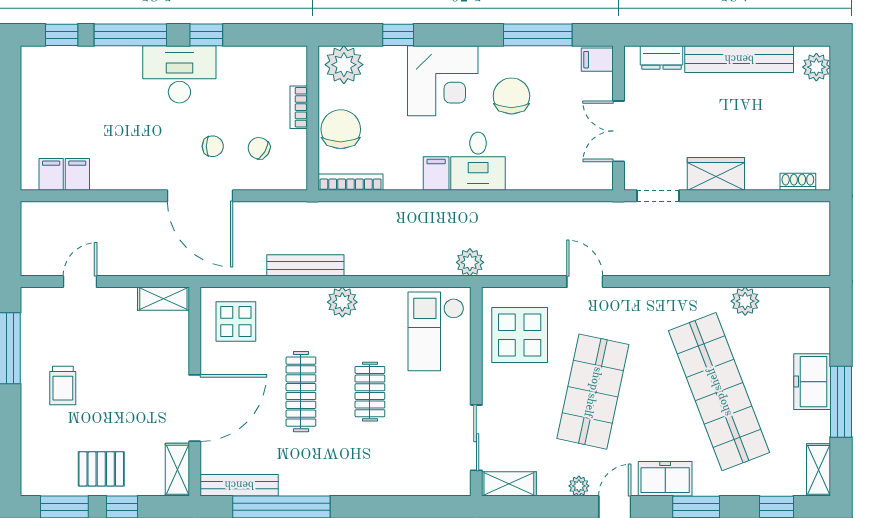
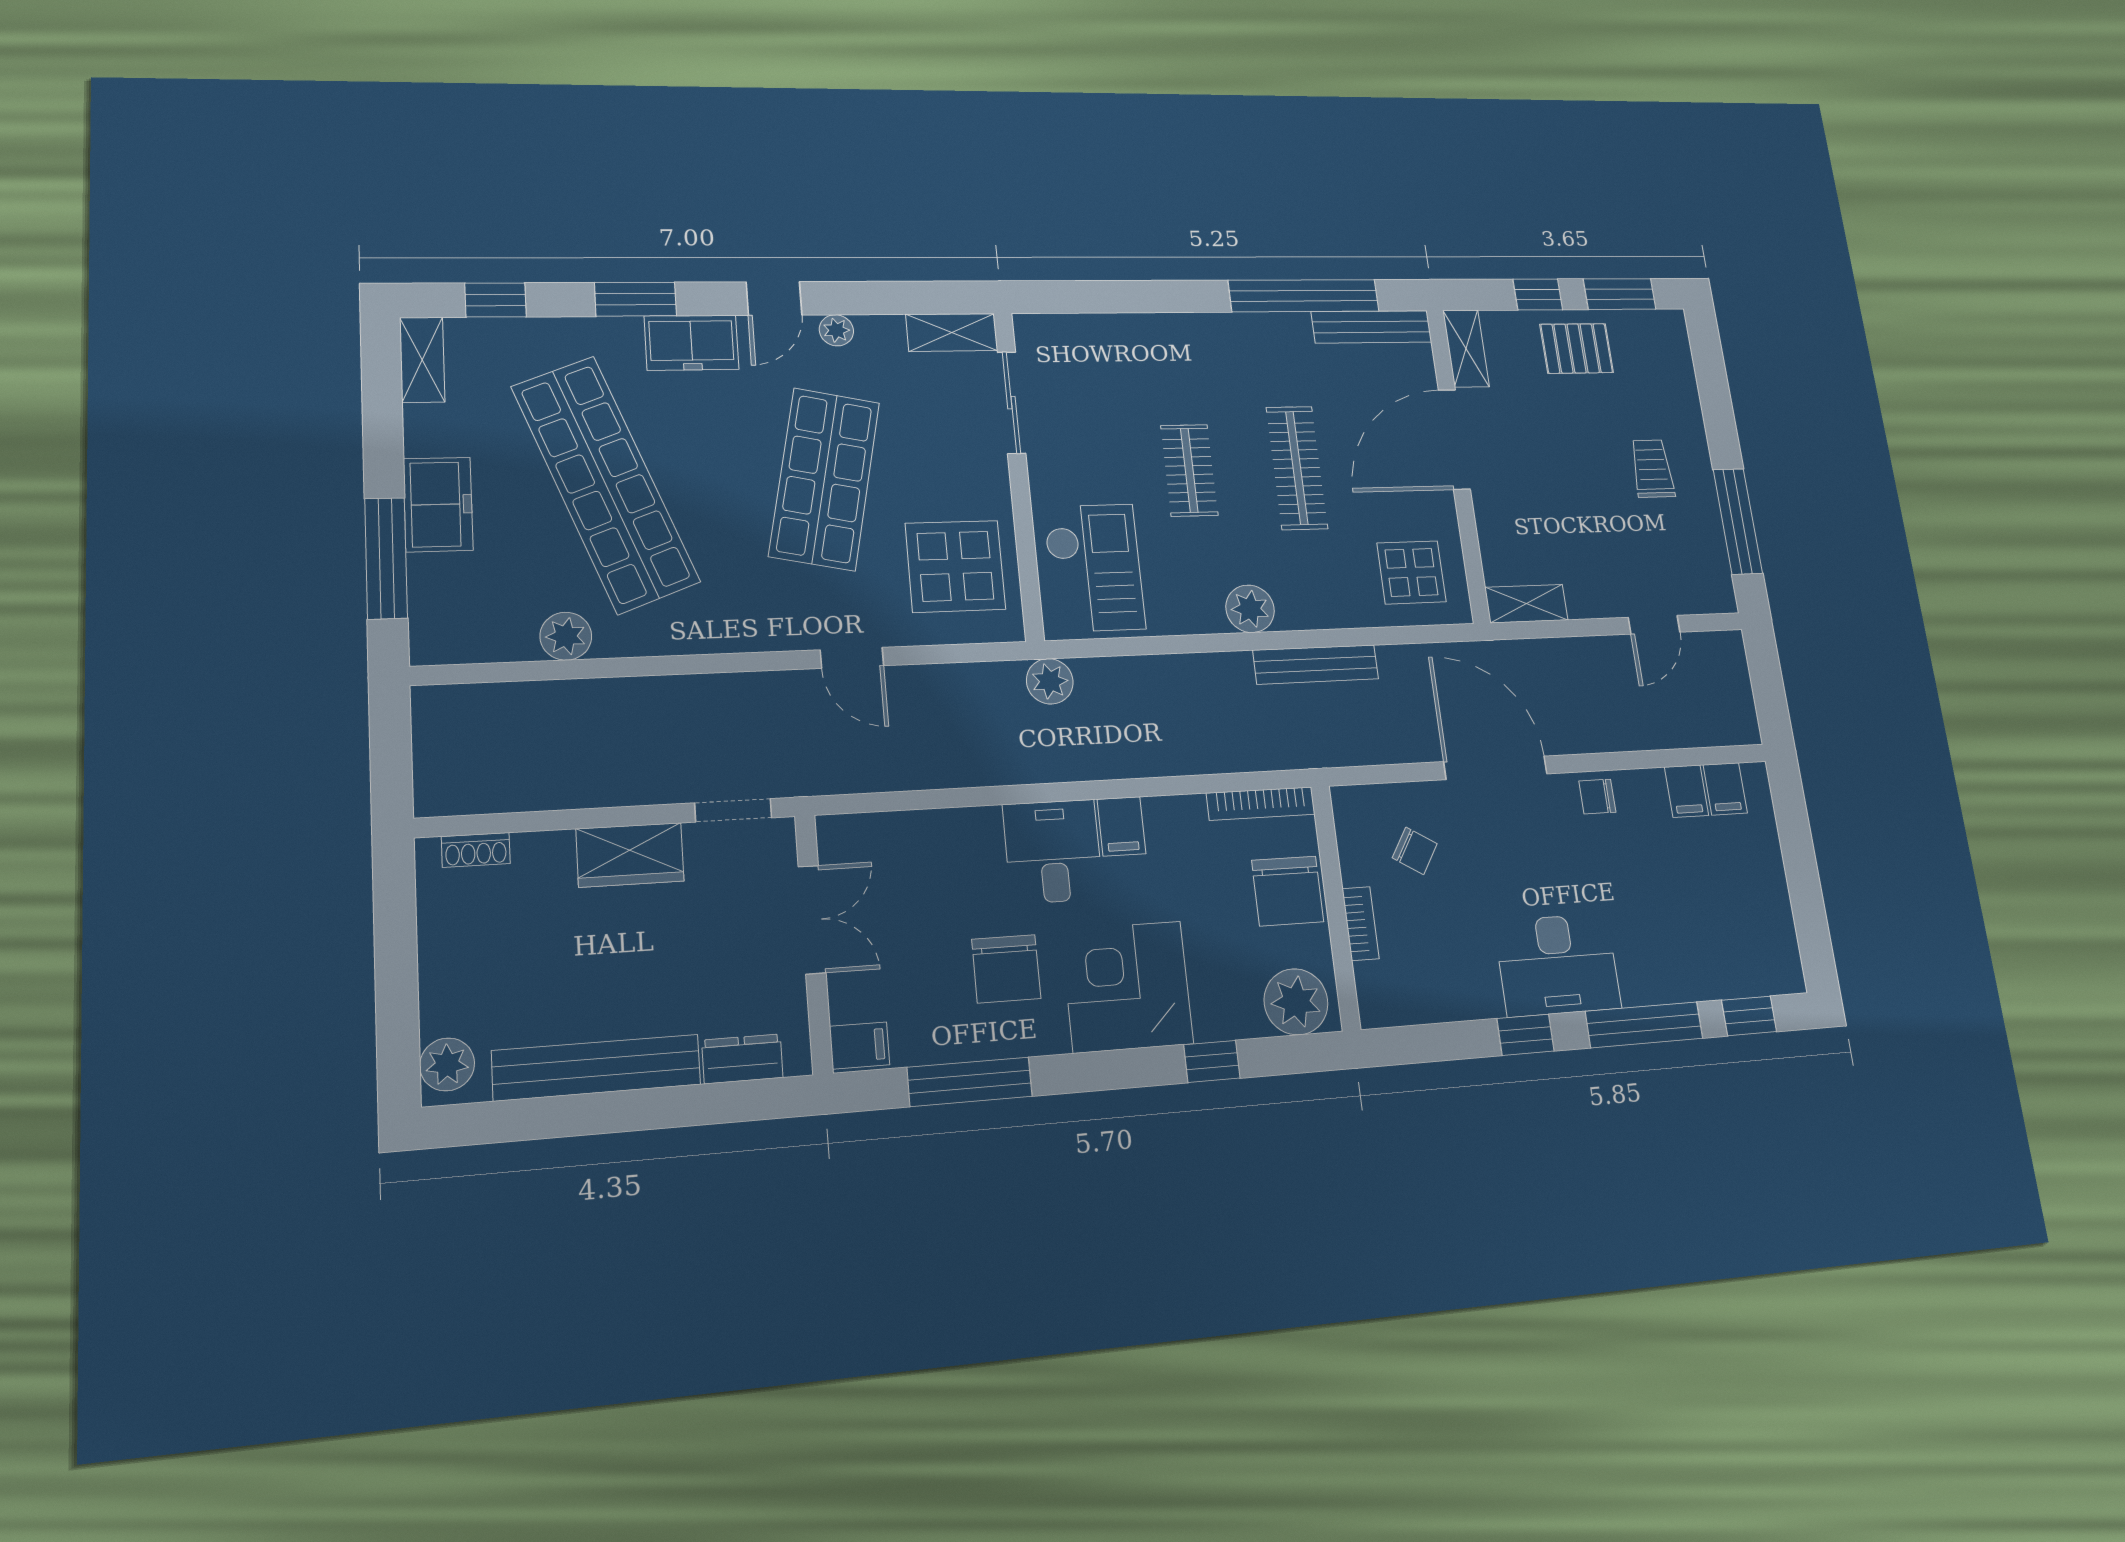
chair: (213, 146) -> (1597, 797), moved
window: (841, 402) -> (386, 558), moved

